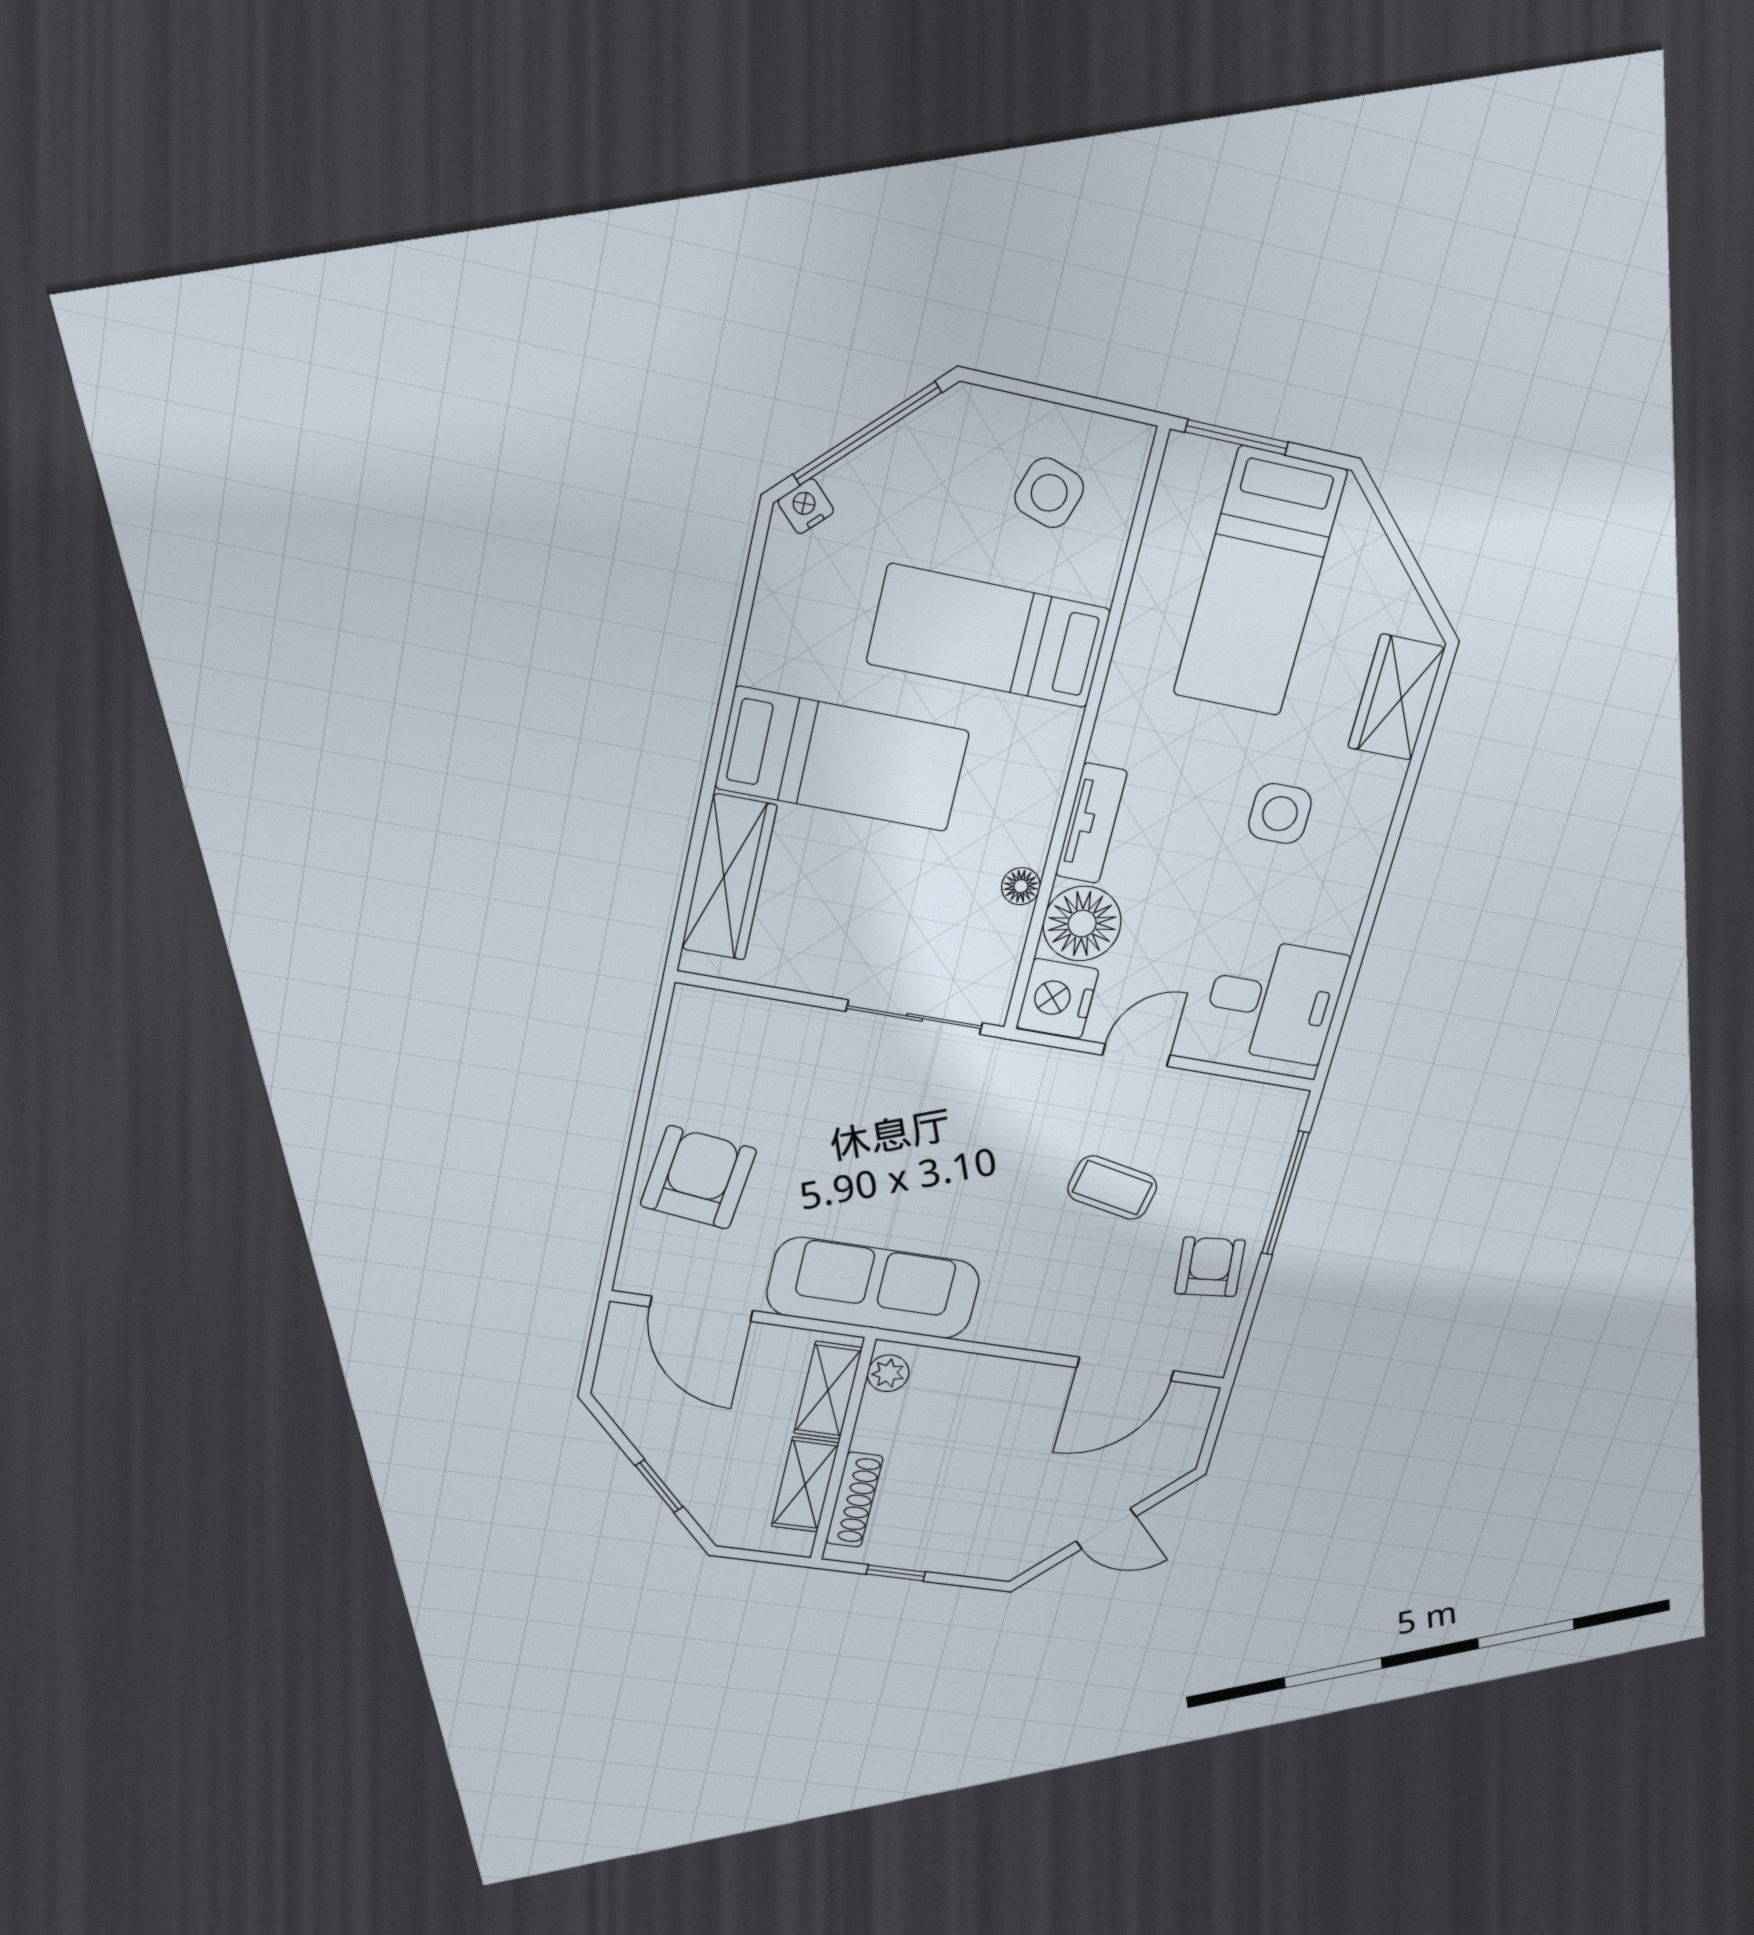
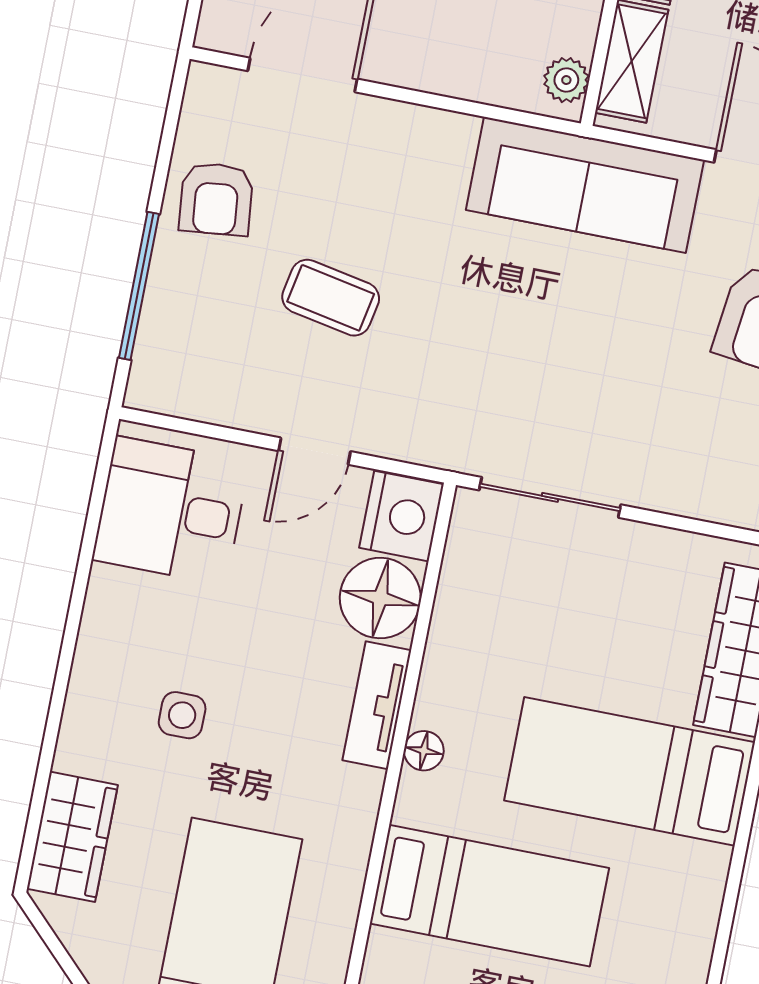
side table: (1280, 814) -> (182, 715), width x0.73, depth x0.73
floor lamp: (1021, 886) -> (424, 751), moved

